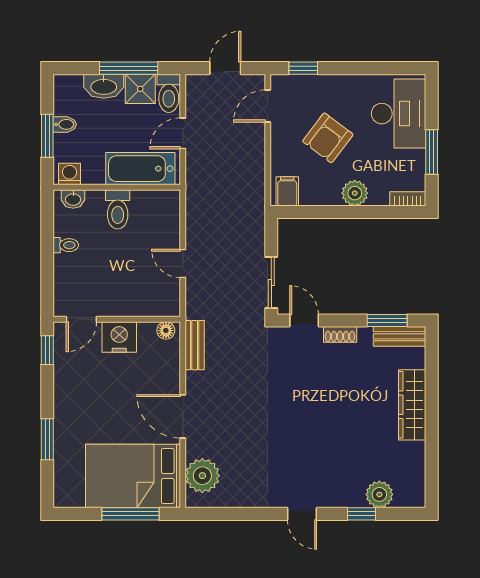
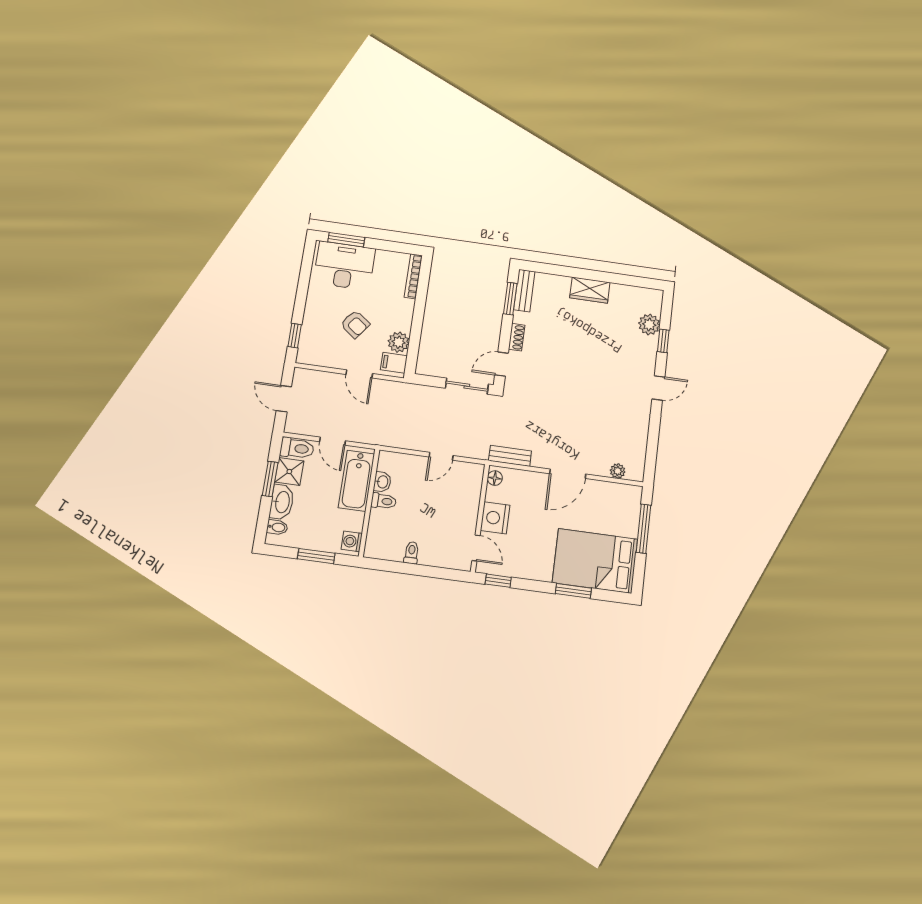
window: (129, 68) -> (270, 479), width x0.69
door: (268, 106) -> (359, 374), moved
bidet: (65, 124) -> (277, 527), moved, turned 90
armchair: (328, 138) -> (355, 324), width x0.72, depth x0.72
window: (432, 152) -> (346, 240), moved
plant: (355, 193) -> (399, 342), moved
washbasin: (73, 199) -> (382, 482), moved
bookcase: (408, 199) -> (413, 276), width x1.56
toilet: (118, 209) -> (384, 501), width x0.73, depth x0.72
wardrobe: (412, 405) -> (590, 290), width x0.67
bed: (133, 476) -> (595, 561), moved, turned 90
plant: (202, 476) -> (618, 471), width x0.53, depth x0.53

